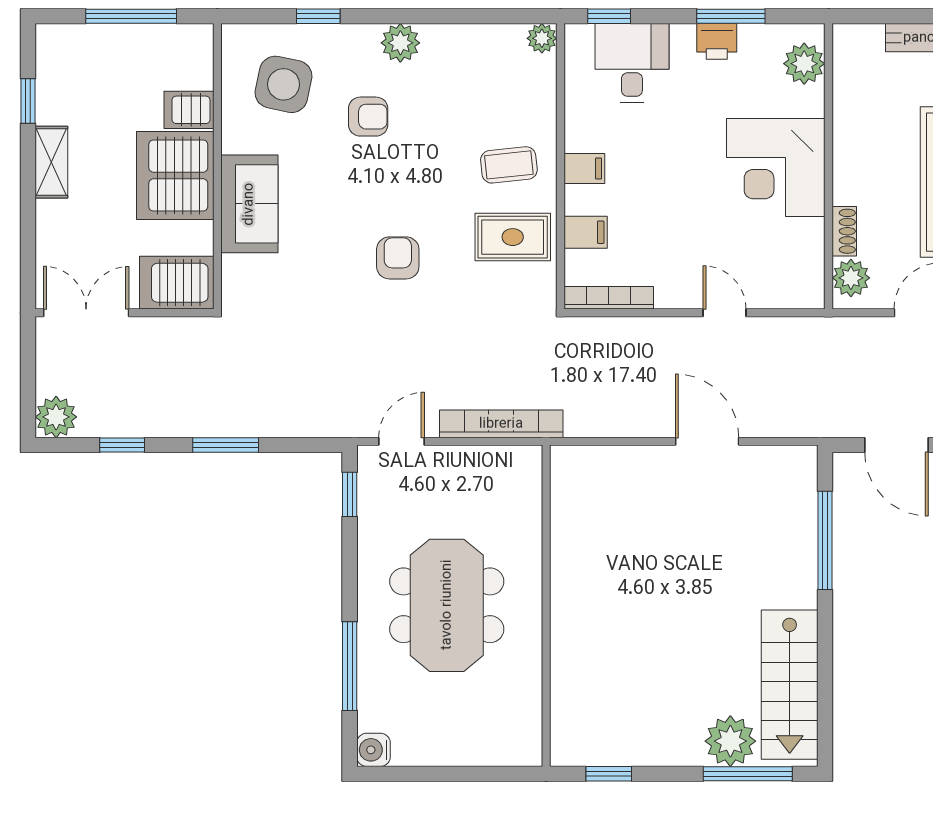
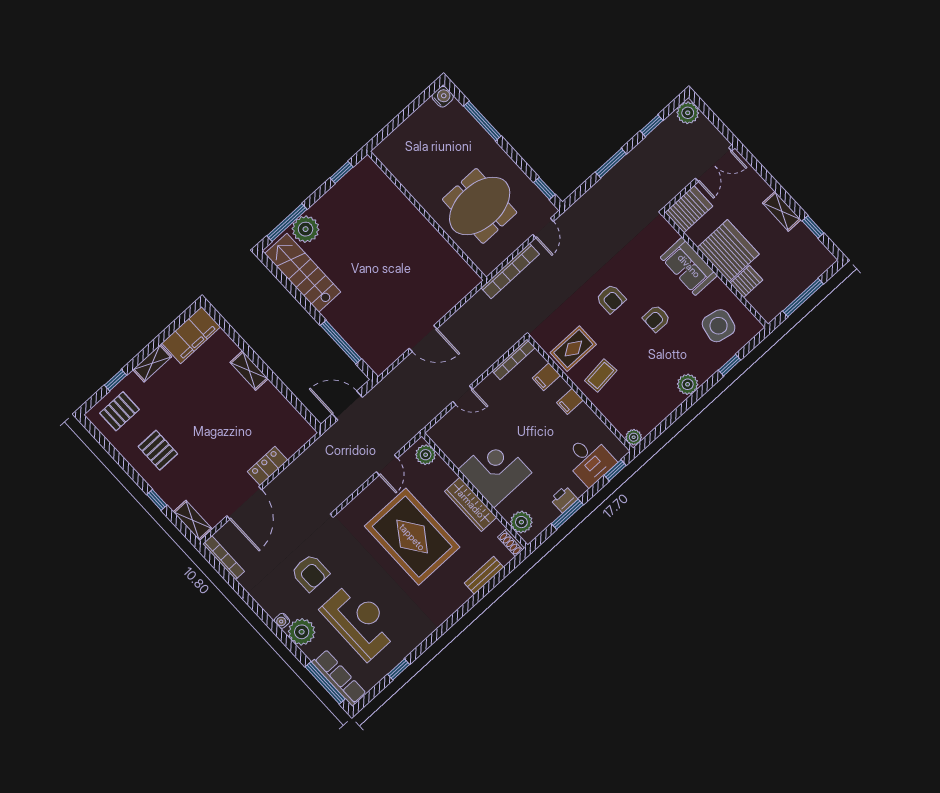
armchair: (368, 117) -> (656, 318), moved
wardrobe: (852, 152) -> (471, 504), added
shoe rack: (844, 231) -> (511, 543), moved
meeting table: (447, 605) -> (480, 206), moved, turned 90

